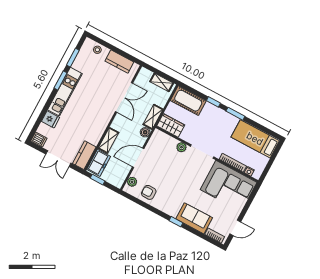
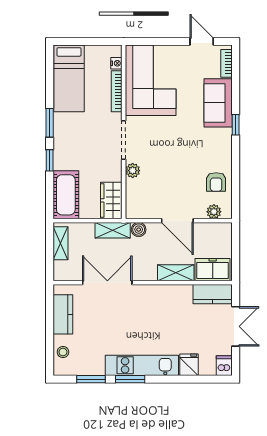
window: (98, 180) -> (236, 259), removed

